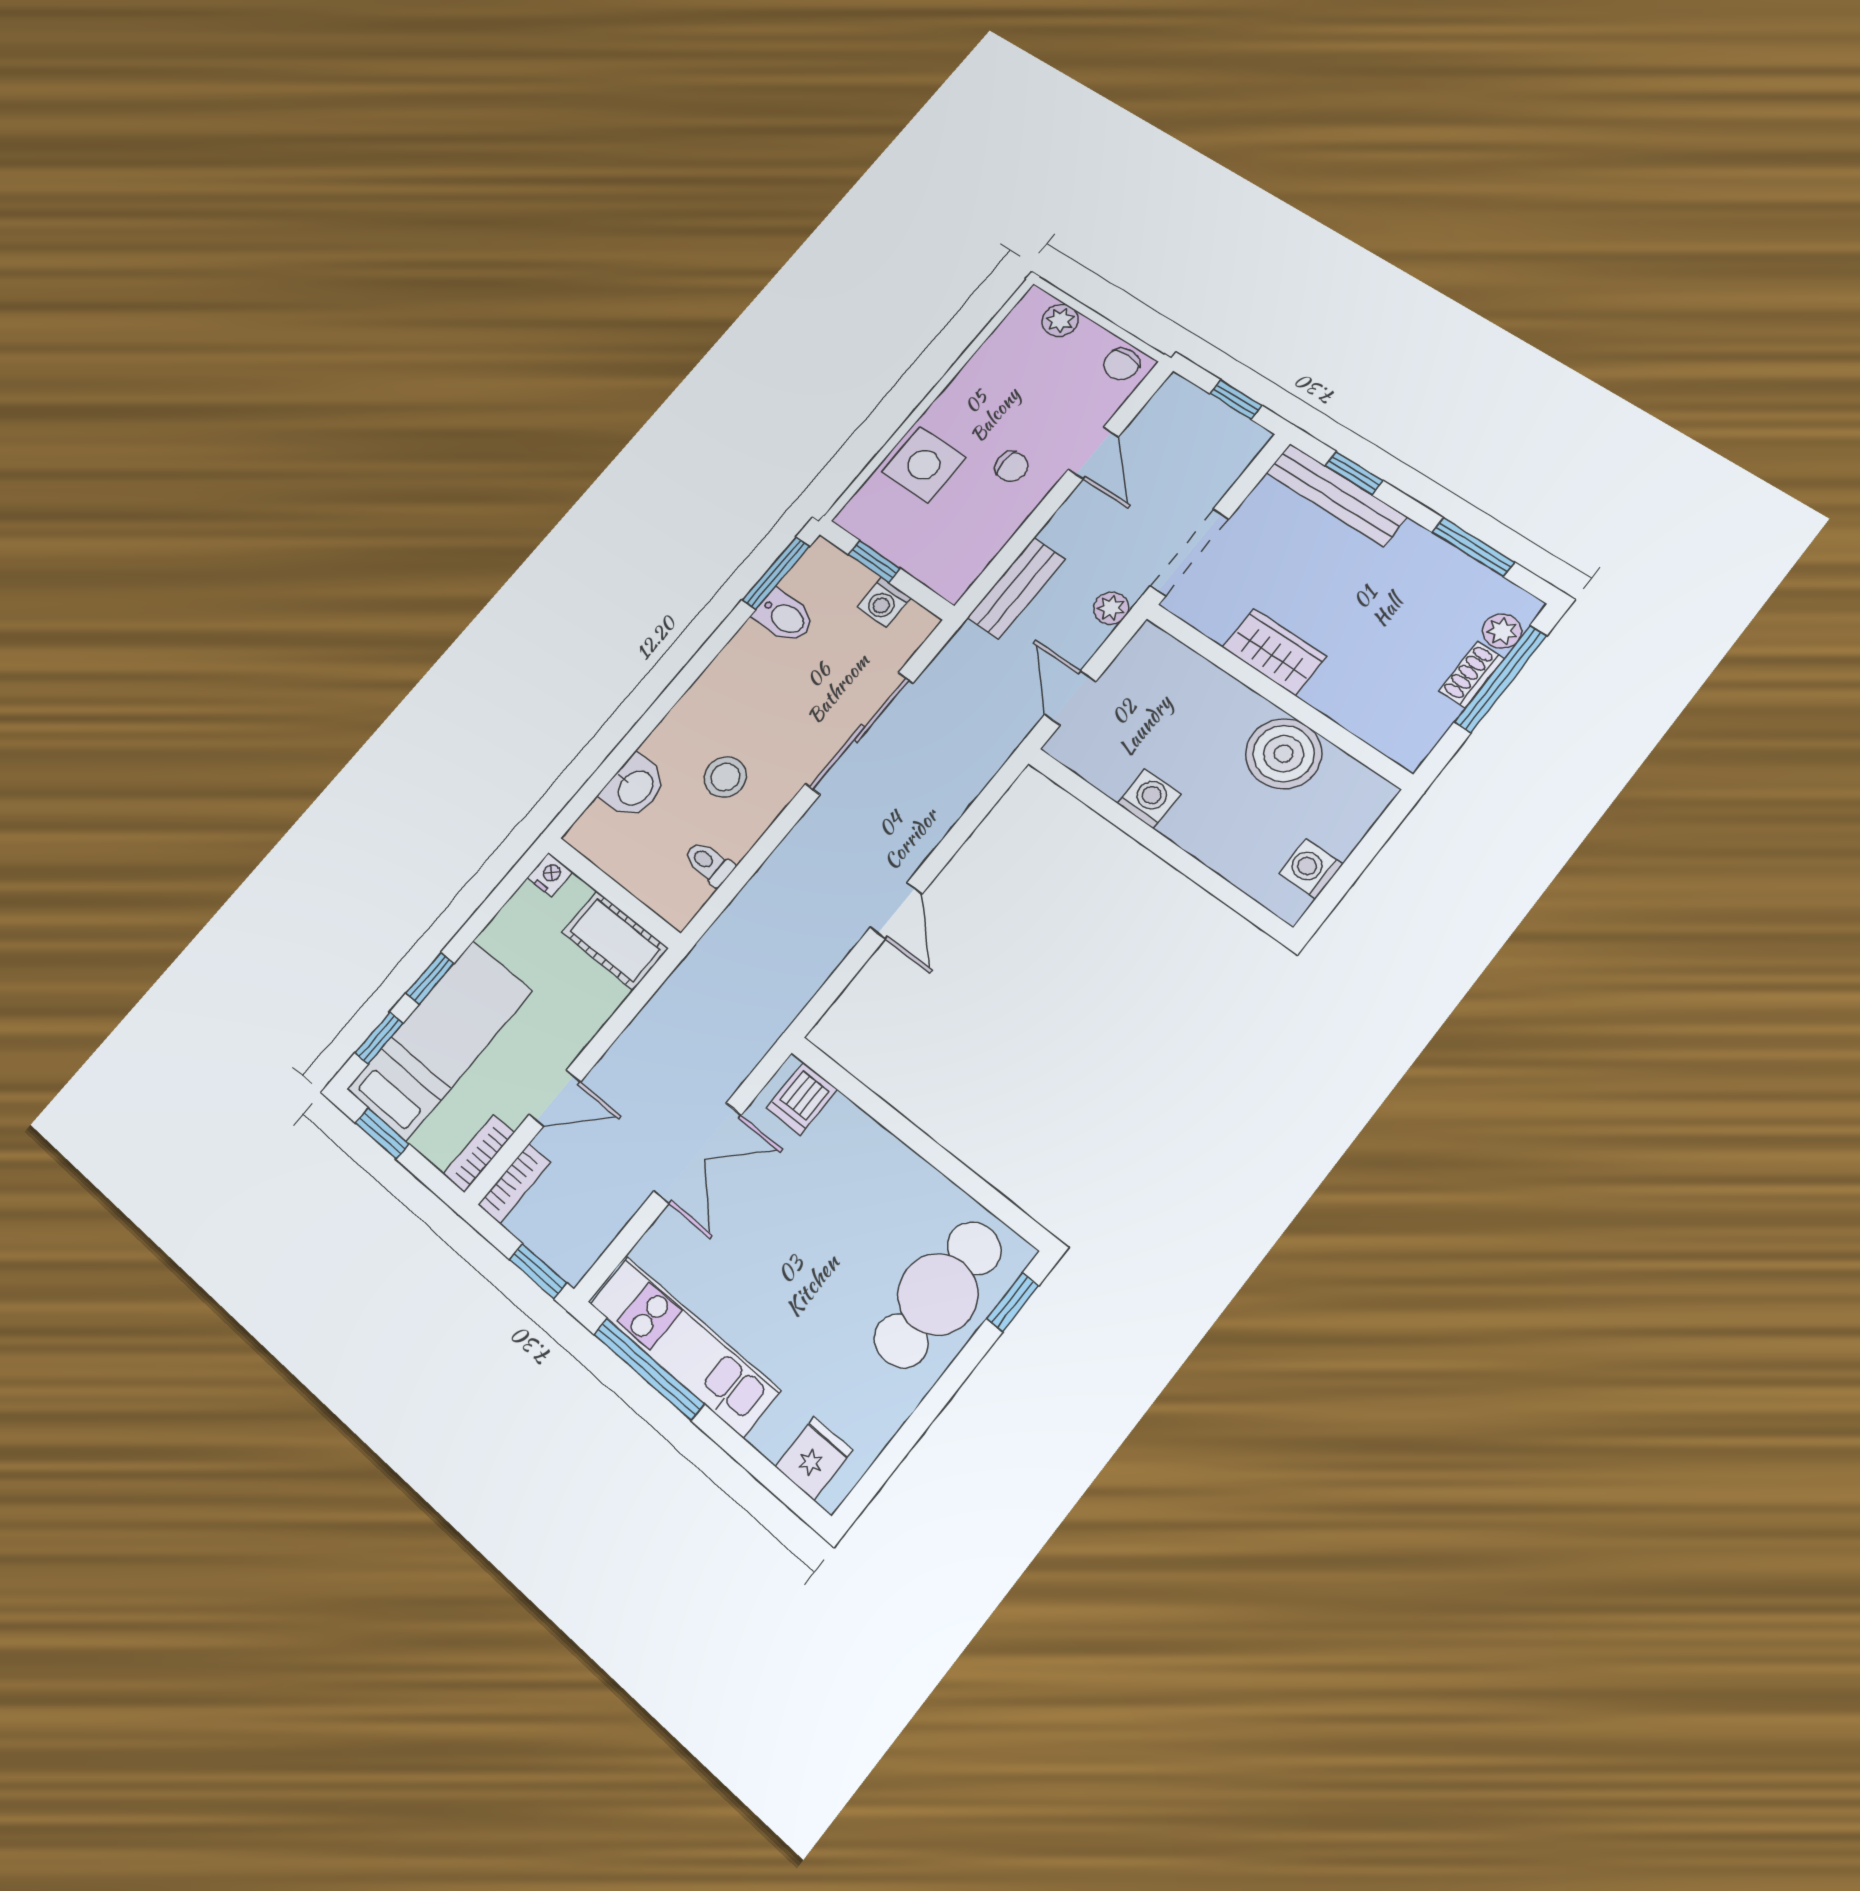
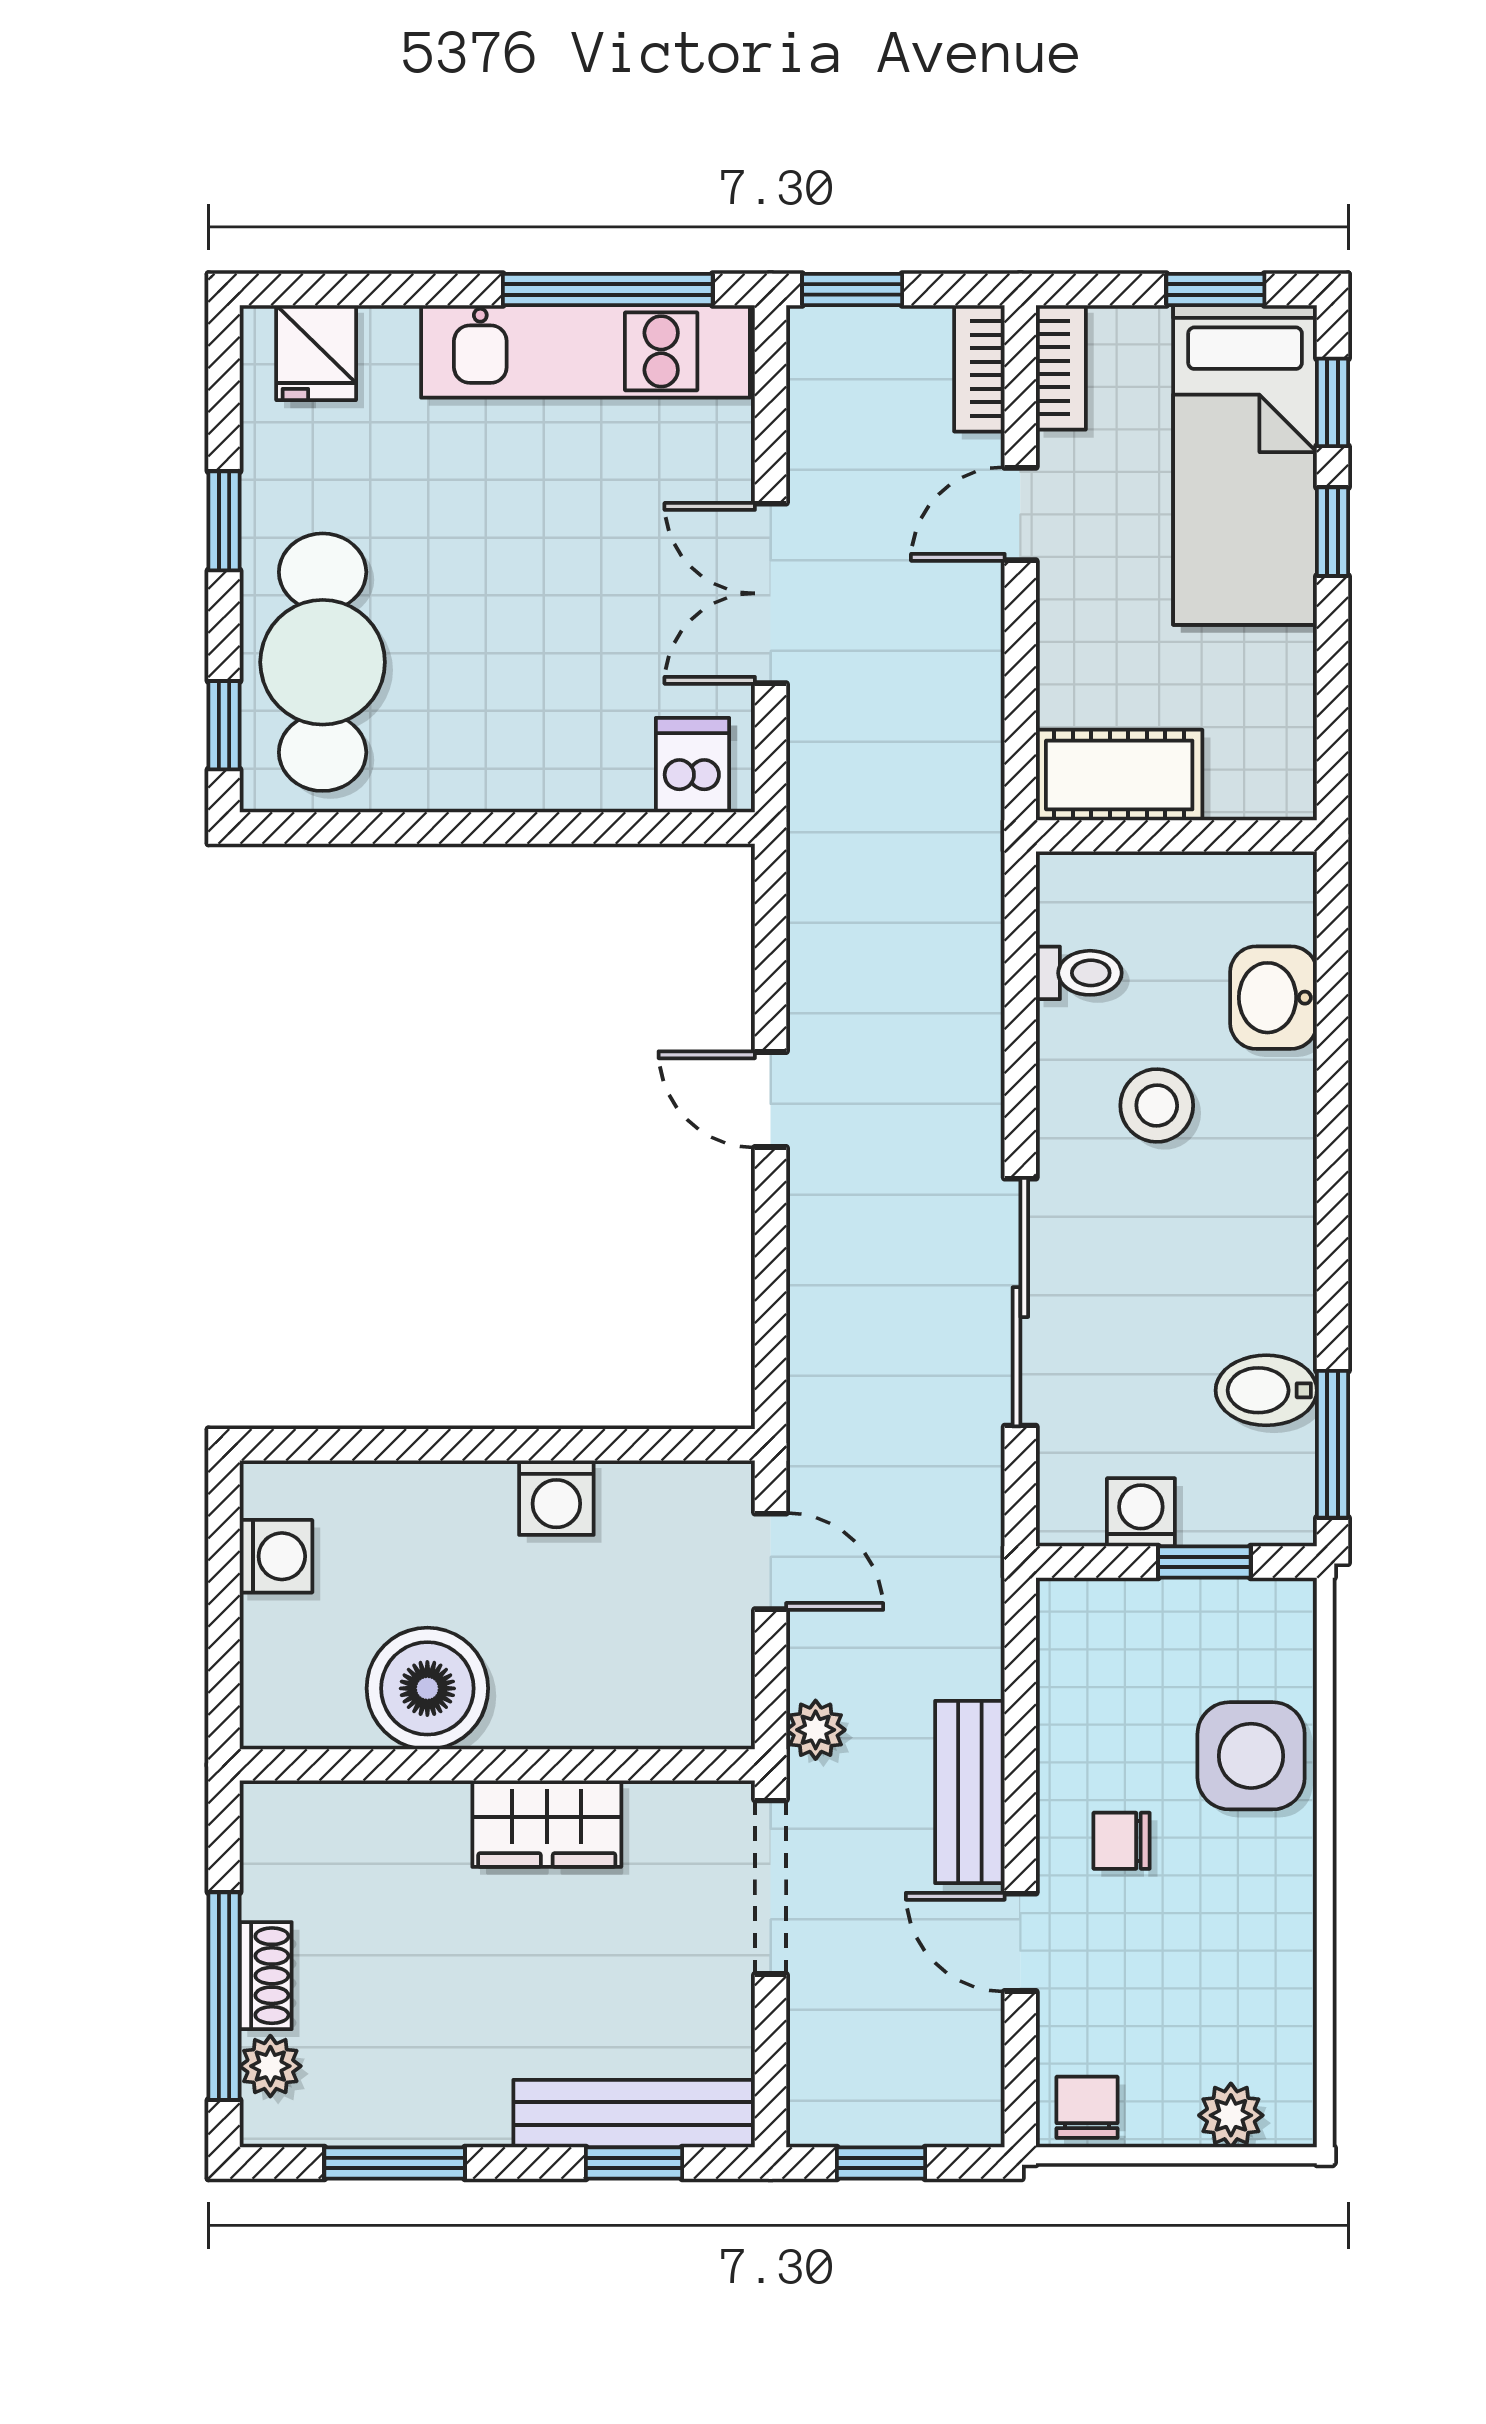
bench: (1016, 588) -> (970, 1792), moved
nightstand: (550, 875) -> (1287, 792), removed
window: (929, 1409) -> (224, 521), added

